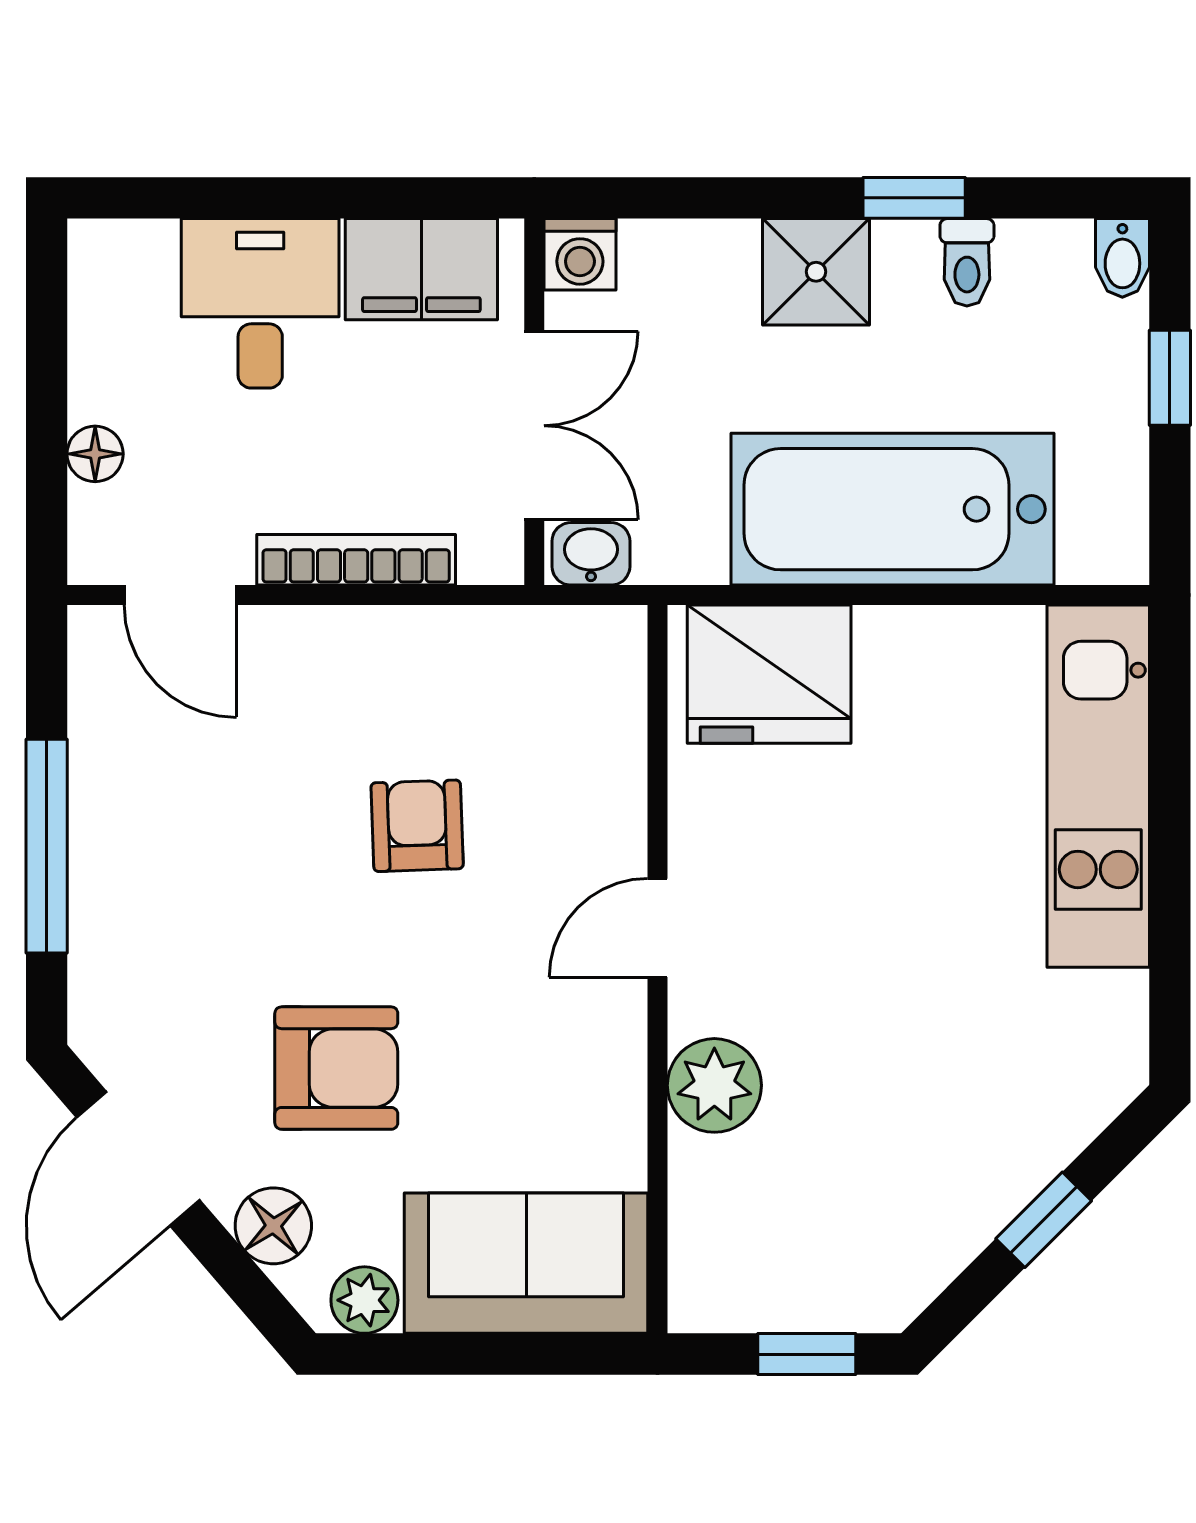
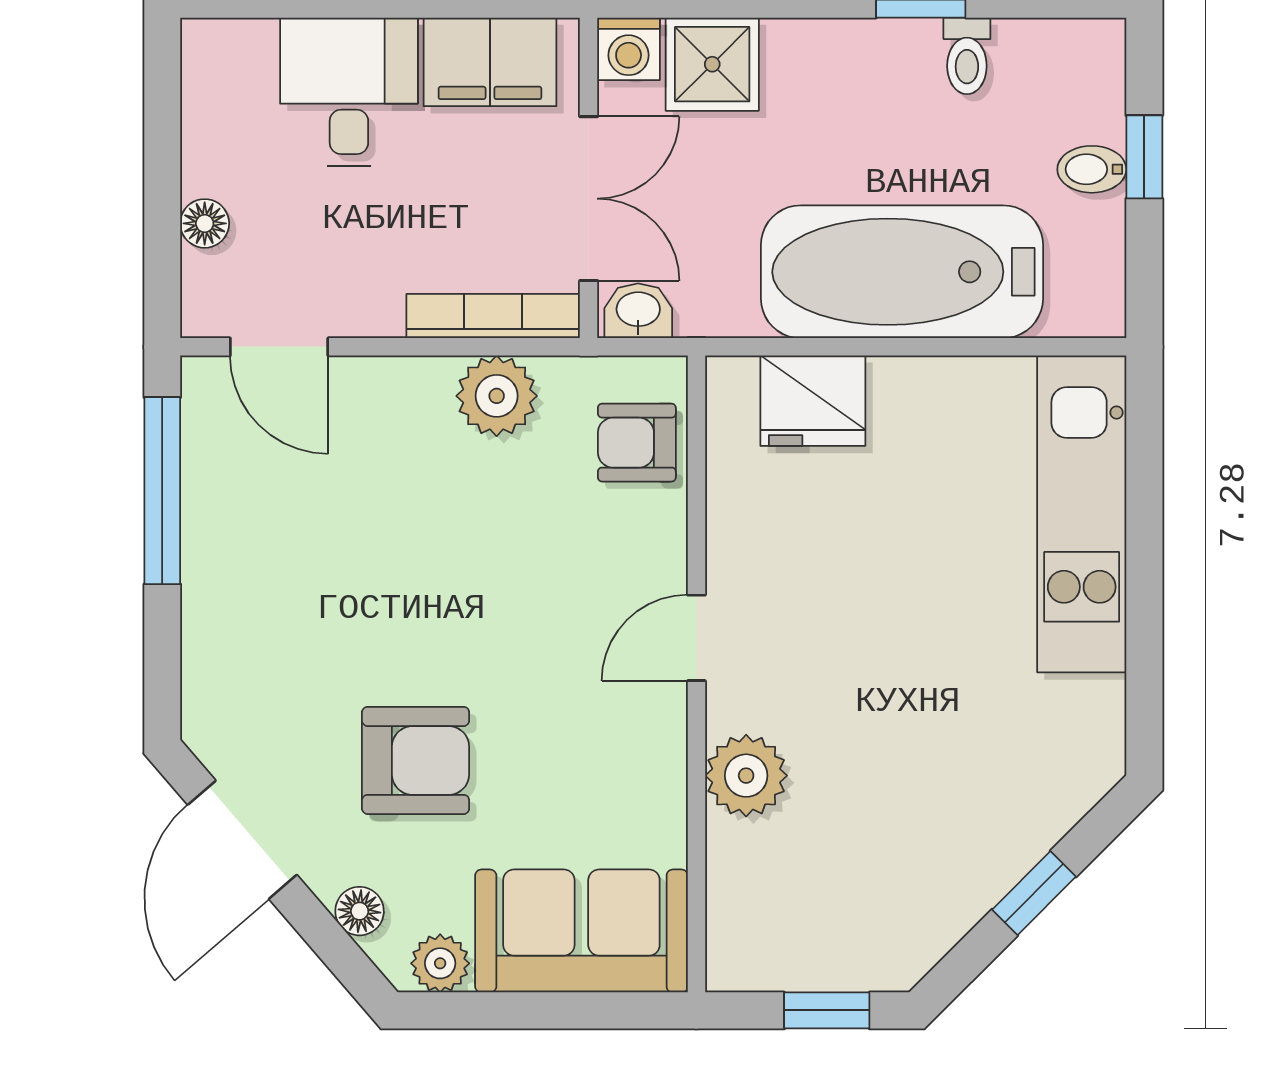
bidet: (1122, 258) -> (1092, 169), moved, turned 90
shower: (816, 272) -> (712, 64), moved
bookcase: (356, 560) -> (493, 316), moved
plant: (429, 651) -> (497, 396), added
fridge: (769, 674) -> (813, 401), width x0.73, depth x0.75
armchair: (417, 826) -> (637, 443), moved, turned -88
window: (47, 846) -> (162, 491), moved
floor lamp: (273, 1226) -> (360, 911), width x0.73, depth x0.73

